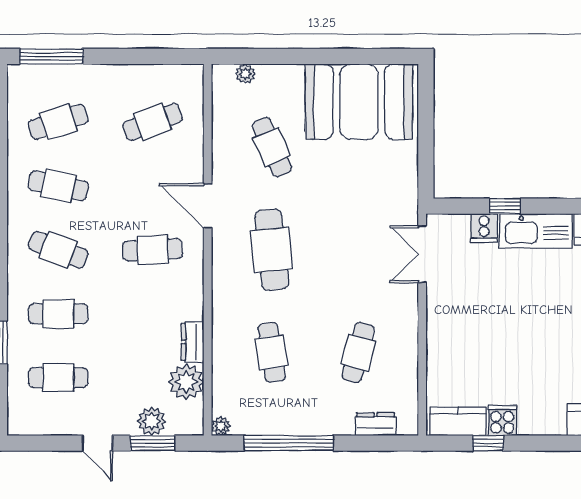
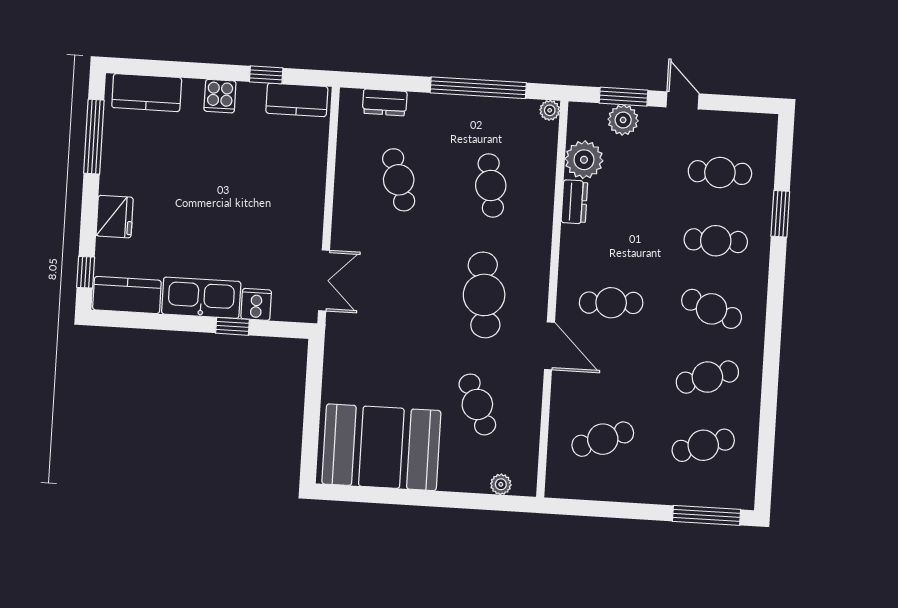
cafe table: (58, 186) -> (707, 377), turned -30
cafe table: (358, 352) -> (399, 180), turned -33
cooker: (502, 421) -> (220, 96), moved

